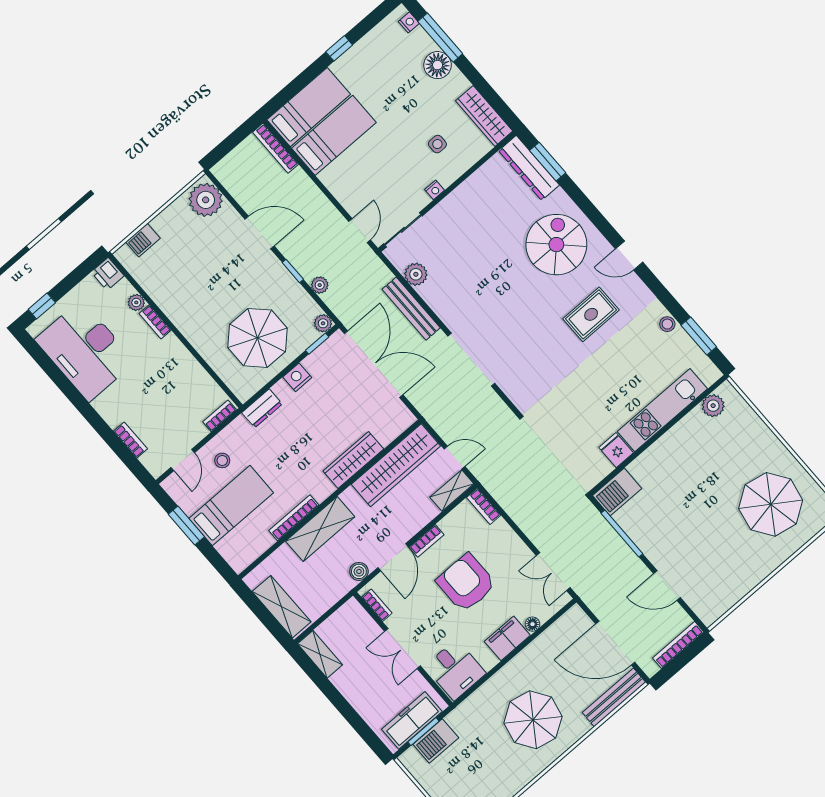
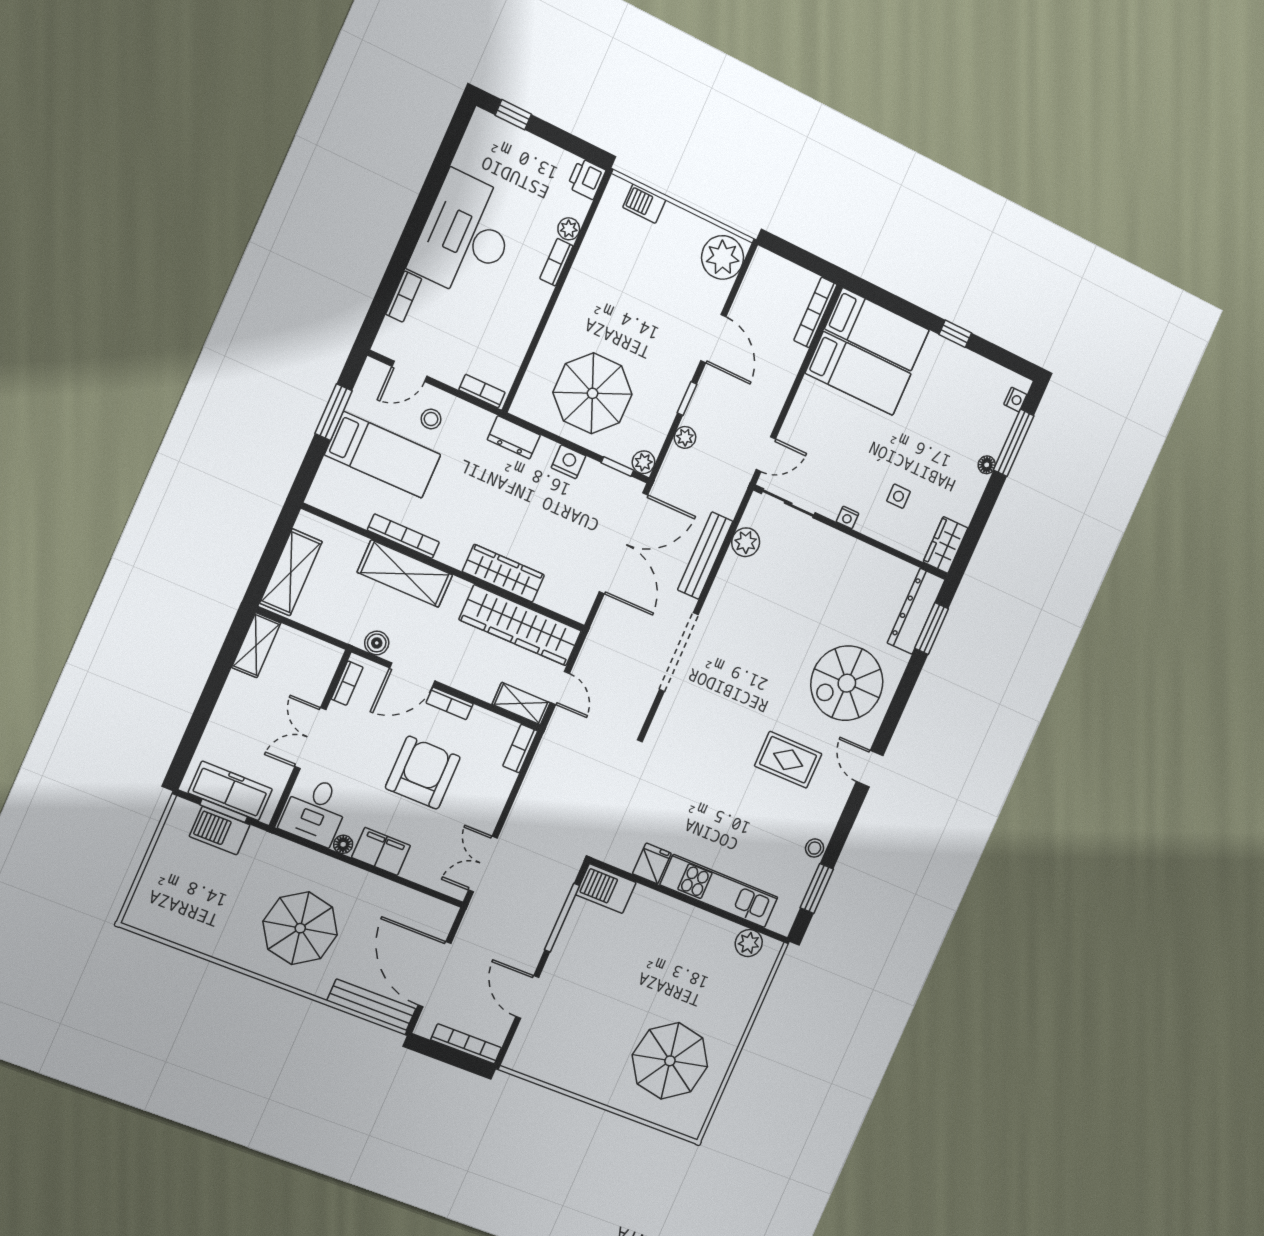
floor lamp: (438, 65) -> (987, 465), width x0.53, depth x0.53
wardrobe: (484, 116) -> (946, 545), width x0.67
spiral stairs: (556, 245) -> (847, 683), turned 180
desk: (85, 351) -> (465, 235), moved
floor lamp: (532, 624) -> (343, 844), moved

